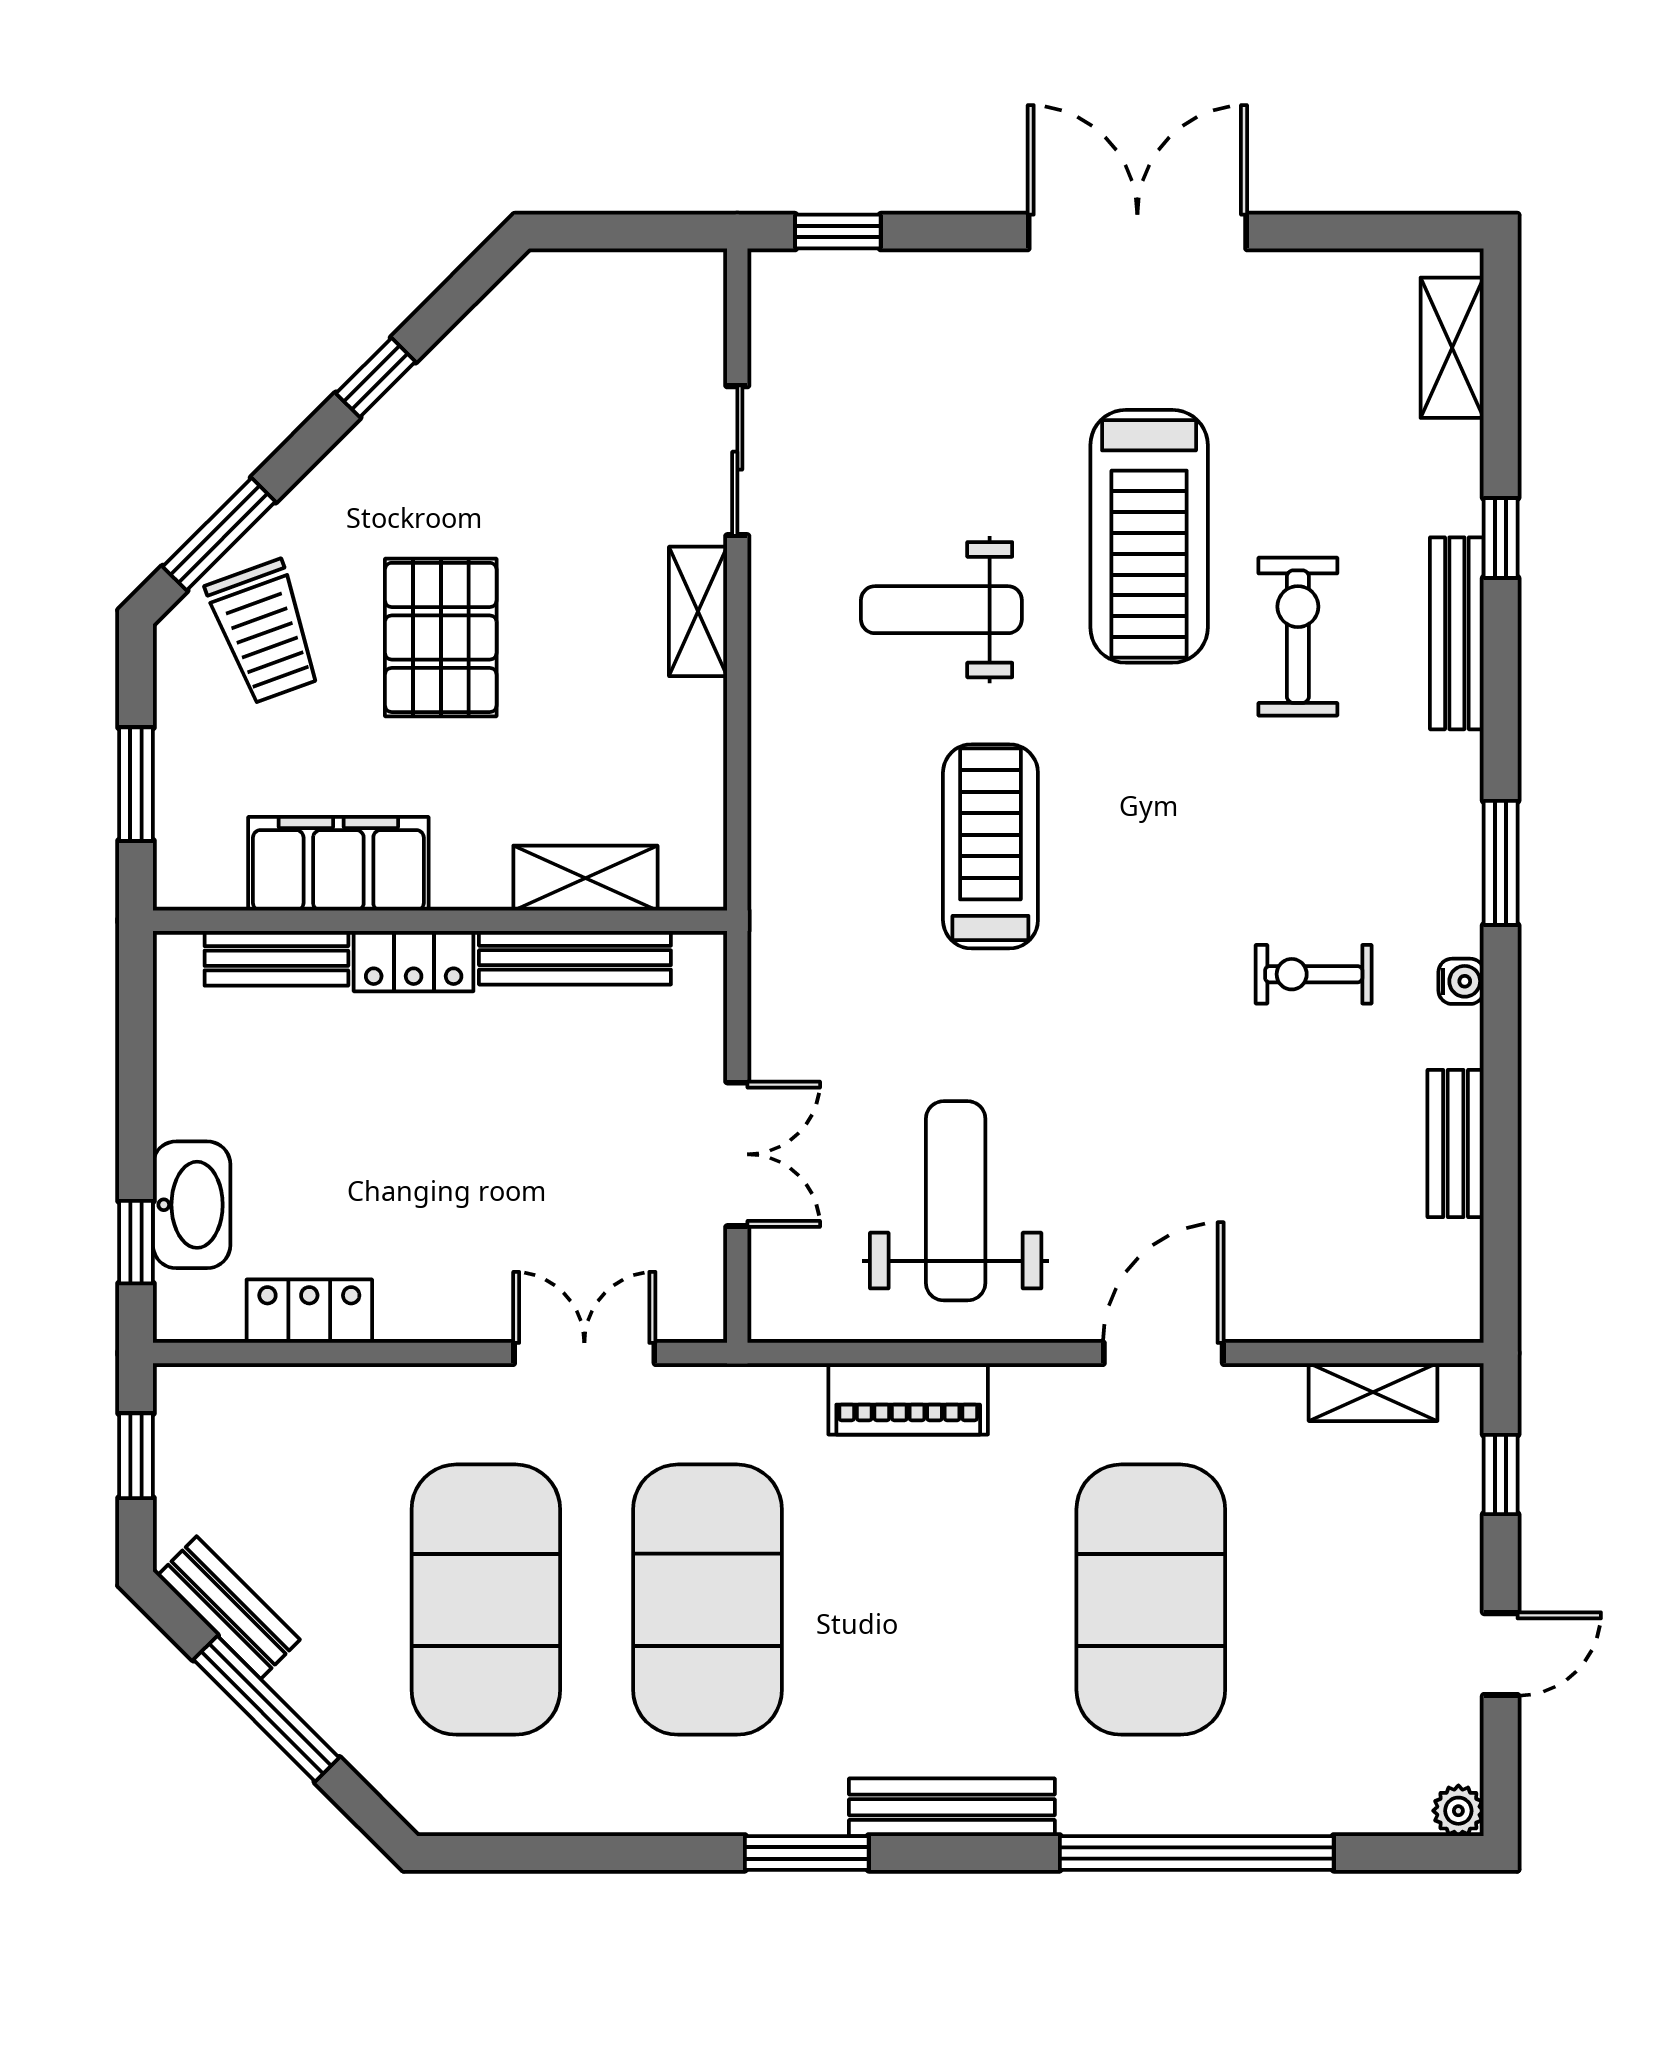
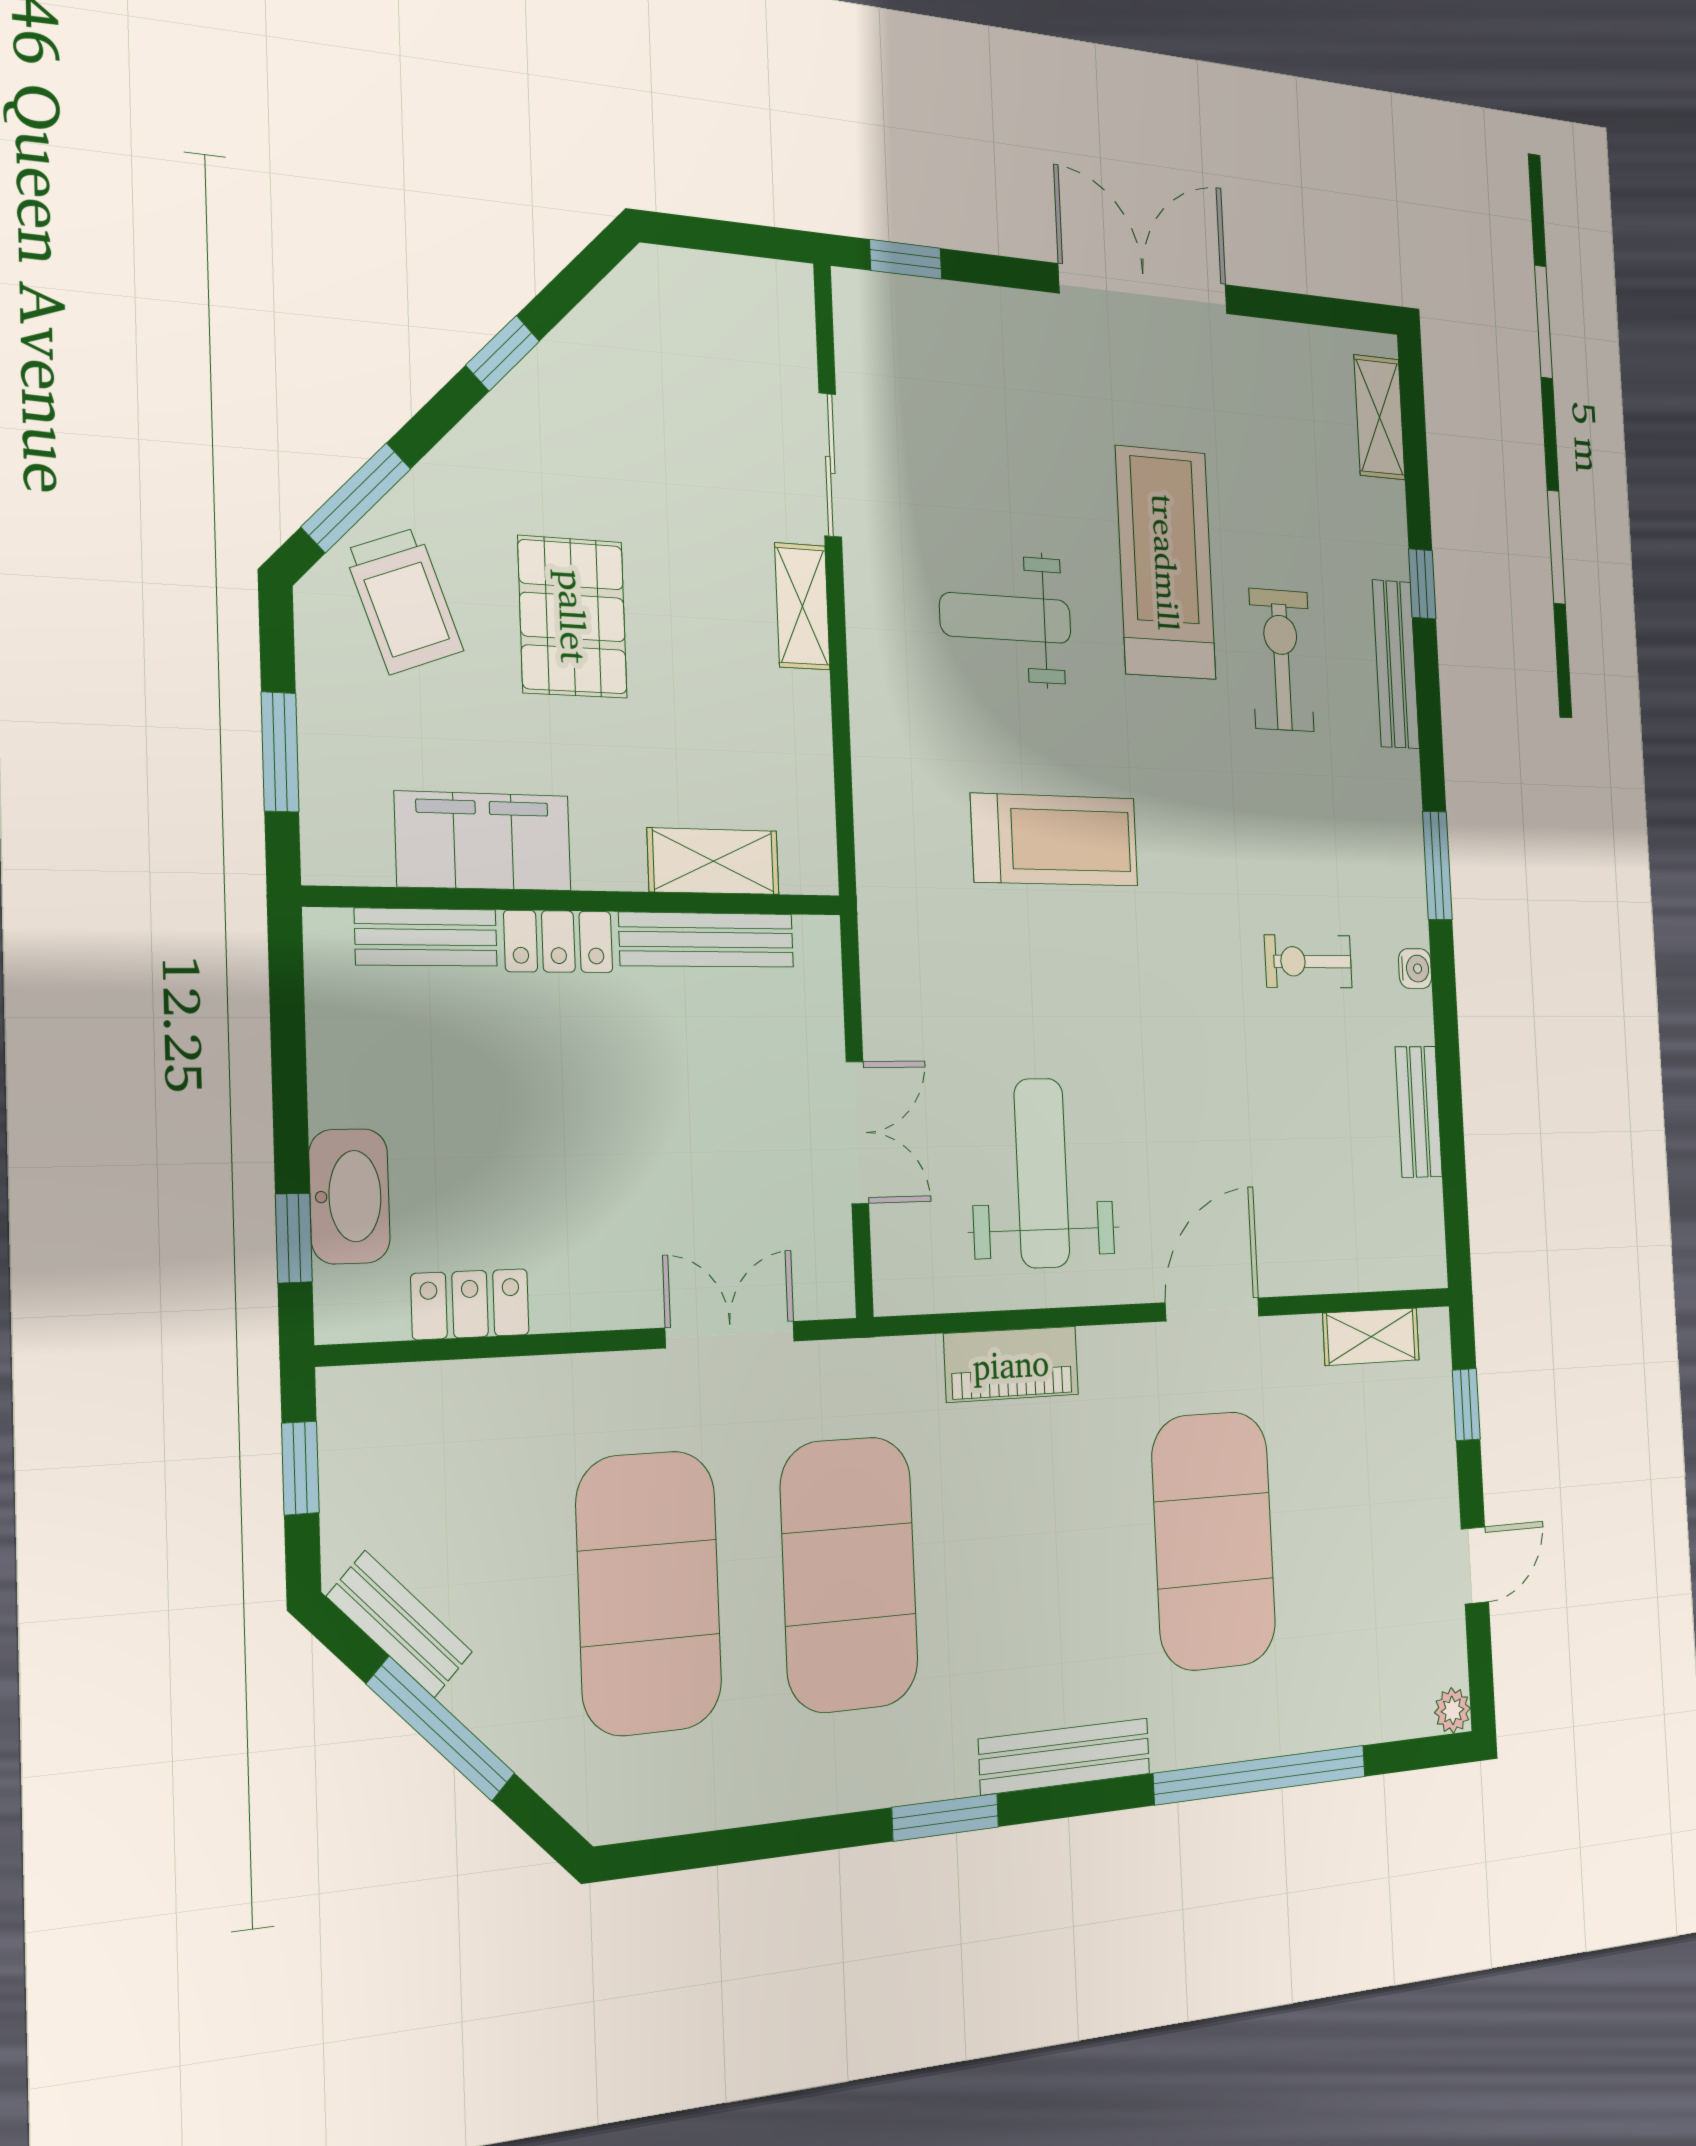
treadmill: (1149, 536) -> (1166, 563), turned 180
treadmill: (990, 846) -> (1055, 840), turned 90

